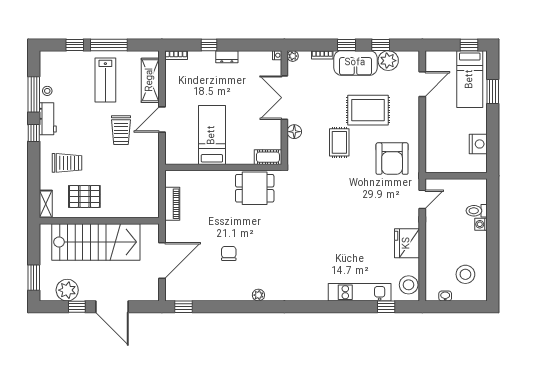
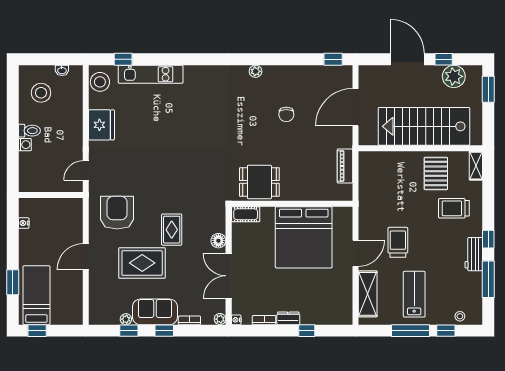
bookcase: (176, 55) -> (264, 320), moved
plant: (388, 61) -> (126, 319), width x0.53, depth x0.53
door: (422, 84) -> (86, 257), moved
stool: (47, 91) -> (460, 316), moved
double door: (284, 98) -> (229, 276), swing flipped
bed: (212, 135) -> (304, 237), width x2.04
nightstand: (478, 144) -> (24, 223), width x0.53, depth x0.56
pallet: (84, 196) -> (436, 173), turned 90
toilet: (477, 211) -> (29, 131), moved

